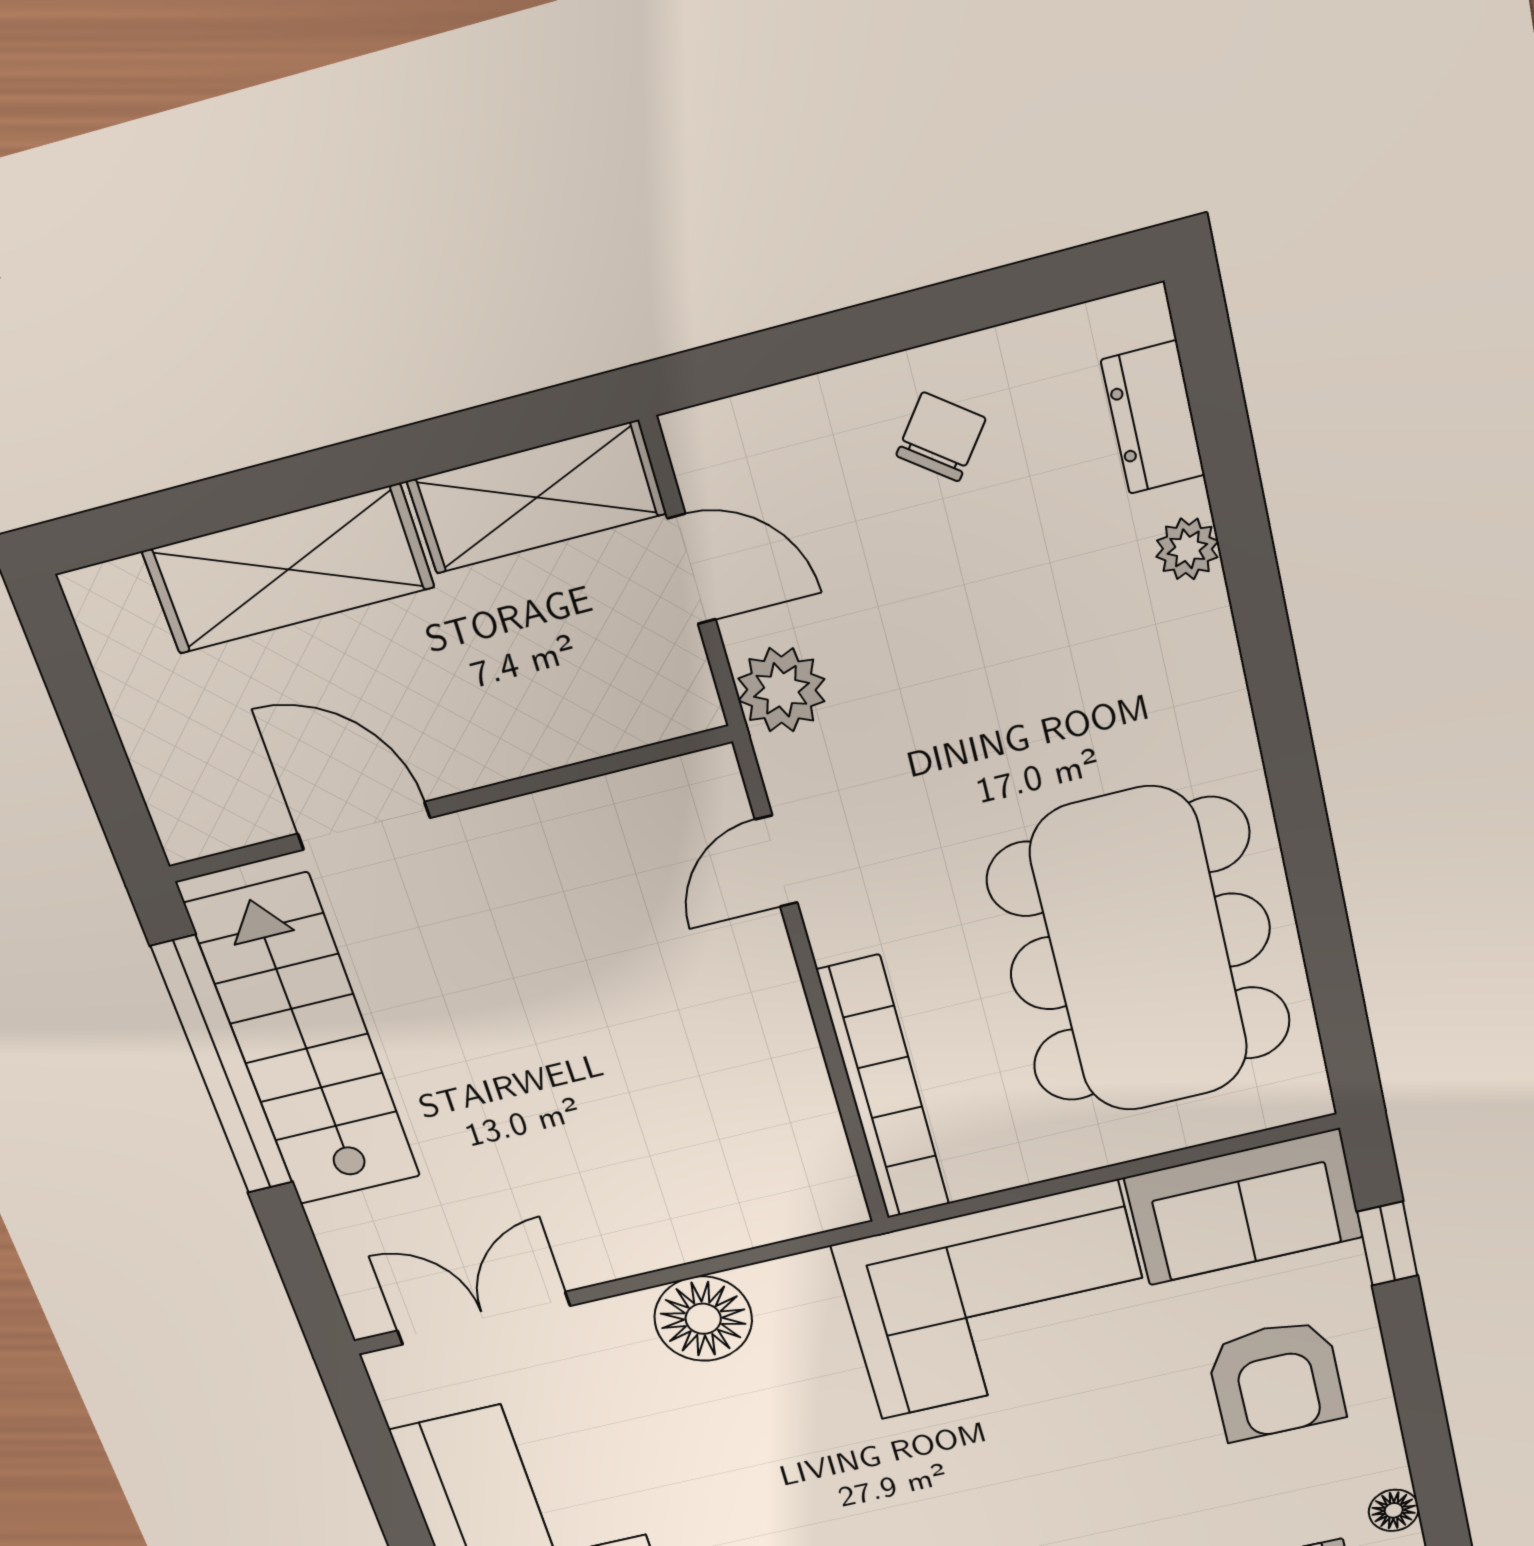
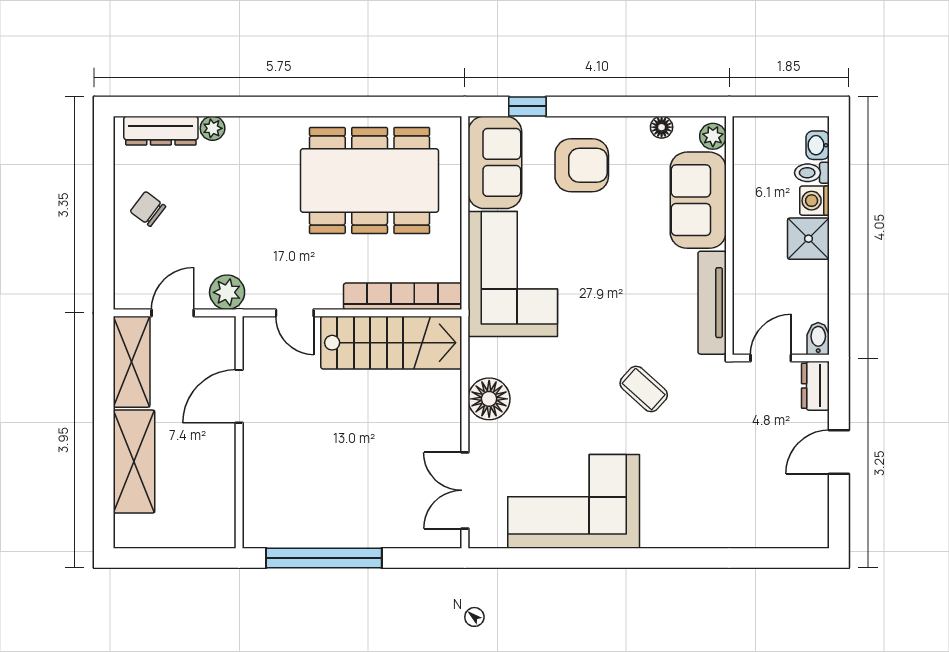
dresser: (1153, 418) -> (161, 131), width x1.44
door: (364, 826) -> (239, 396), moved
stairs: (304, 1042) -> (391, 343), moved, turned 180

